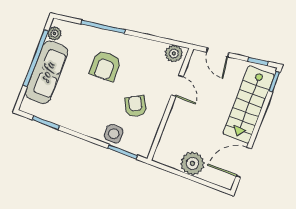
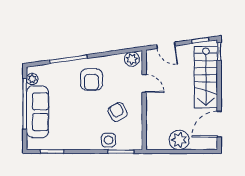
armchair: (105, 66) -> (91, 79), moved

